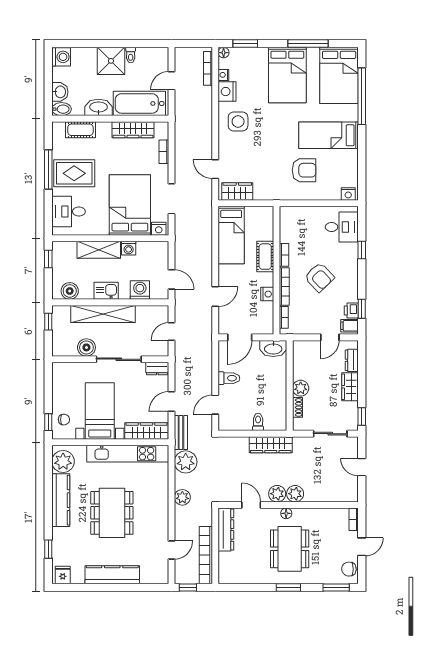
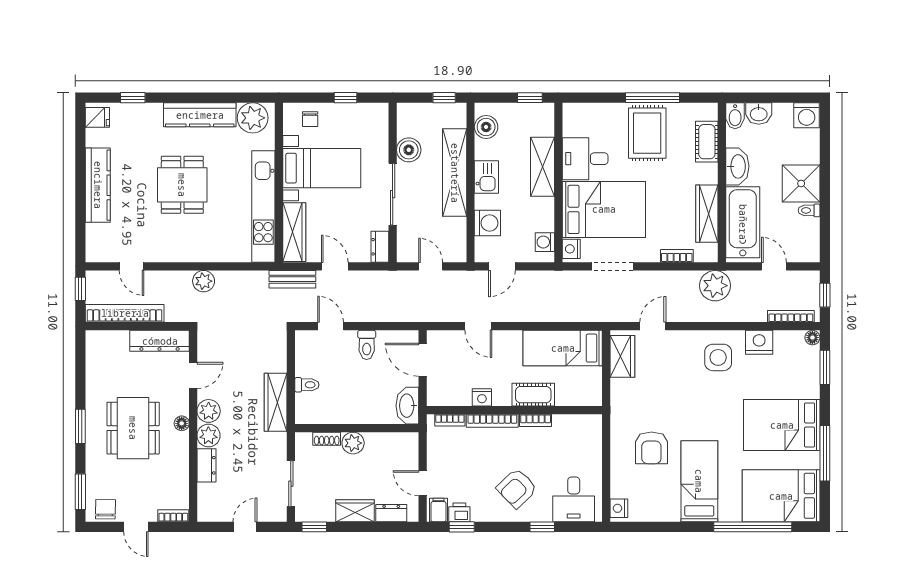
window: (192, 44) -> (825, 295), added
nightstand: (223, 75) -> (782, 337), removed
desk: (69, 212) -> (585, 159), moved, turned -90
washing machine: (129, 248) -> (545, 242), moved
armchair: (319, 277) -> (517, 488), moved
window: (48, 422) -> (346, 98), moved
plant: (186, 462) -> (715, 286), moved
dresser: (317, 495) -> (206, 465), added
dining table: (112, 513) -> (182, 185), width x0.73
dining table: (290, 549) -> (133, 428), turned 90

